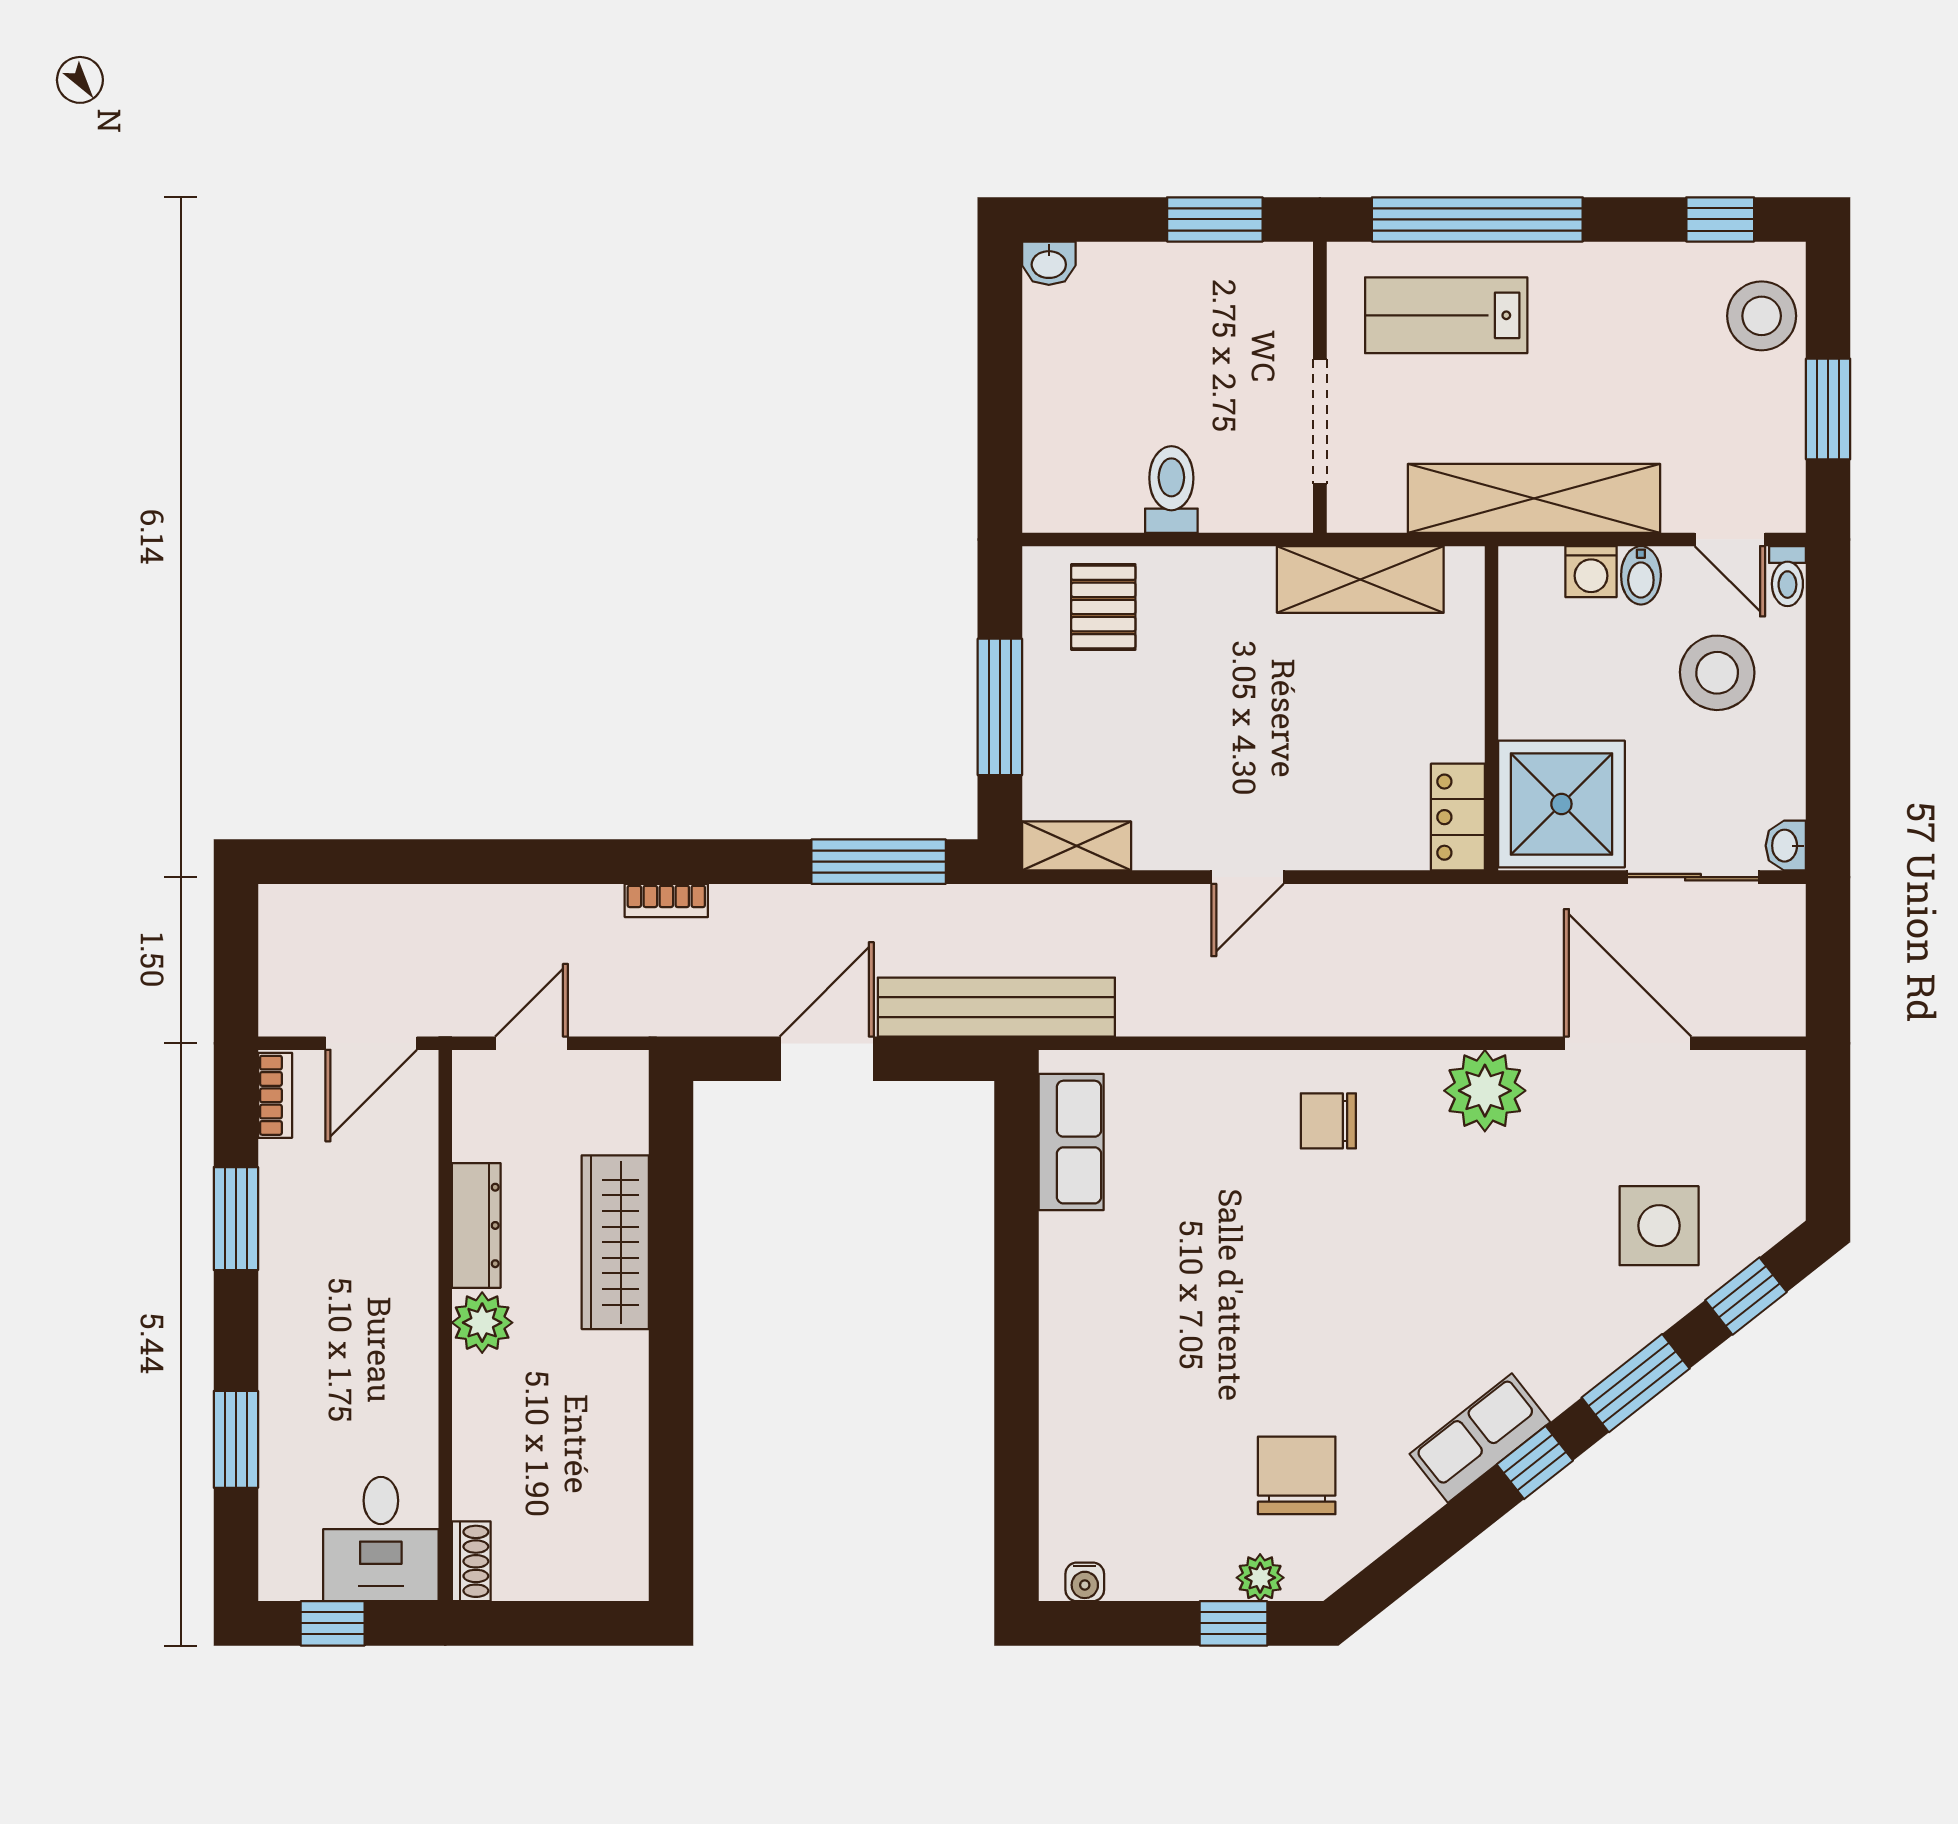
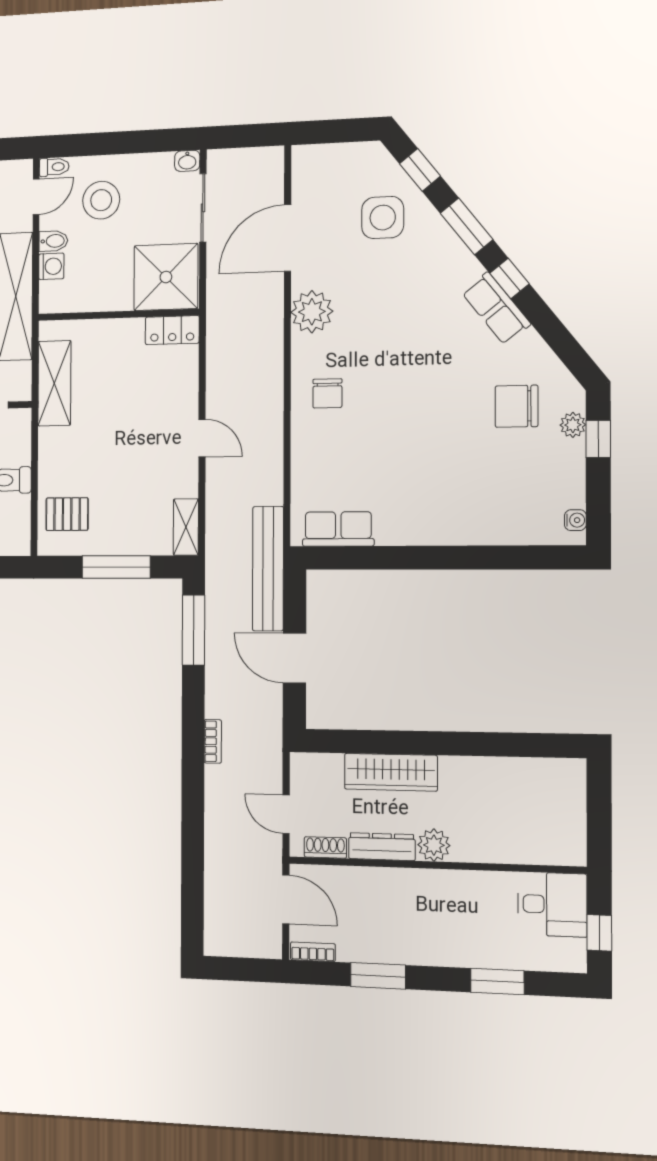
shoe rack: (471, 1561) -> (325, 847), moved

